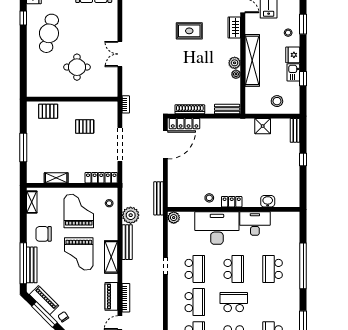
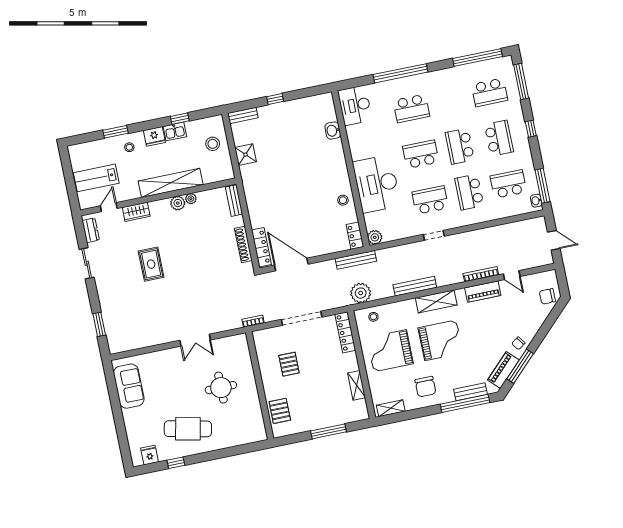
locker: (232, 202) -> (355, 236), moved
plant: (131, 215) -> (361, 293), moved
desk: (255, 224) -> (355, 105), moved
bench: (32, 265) -> (471, 392), width x0.73
school desk: (195, 302) -> (469, 192), turned -90

